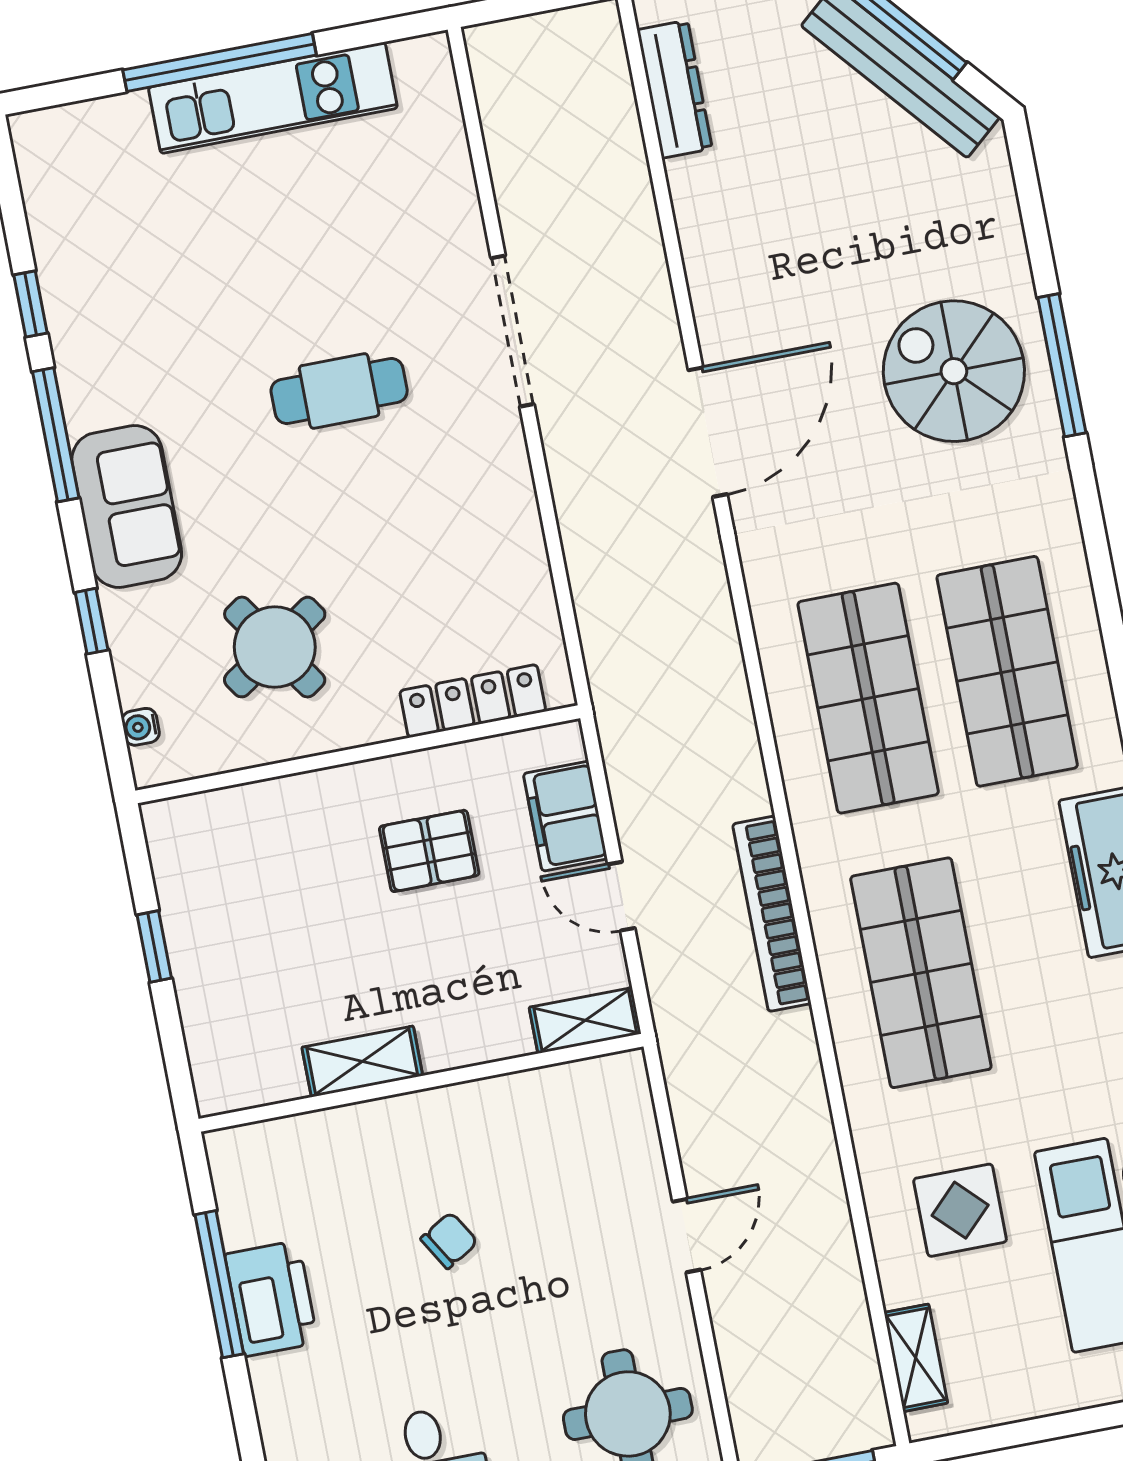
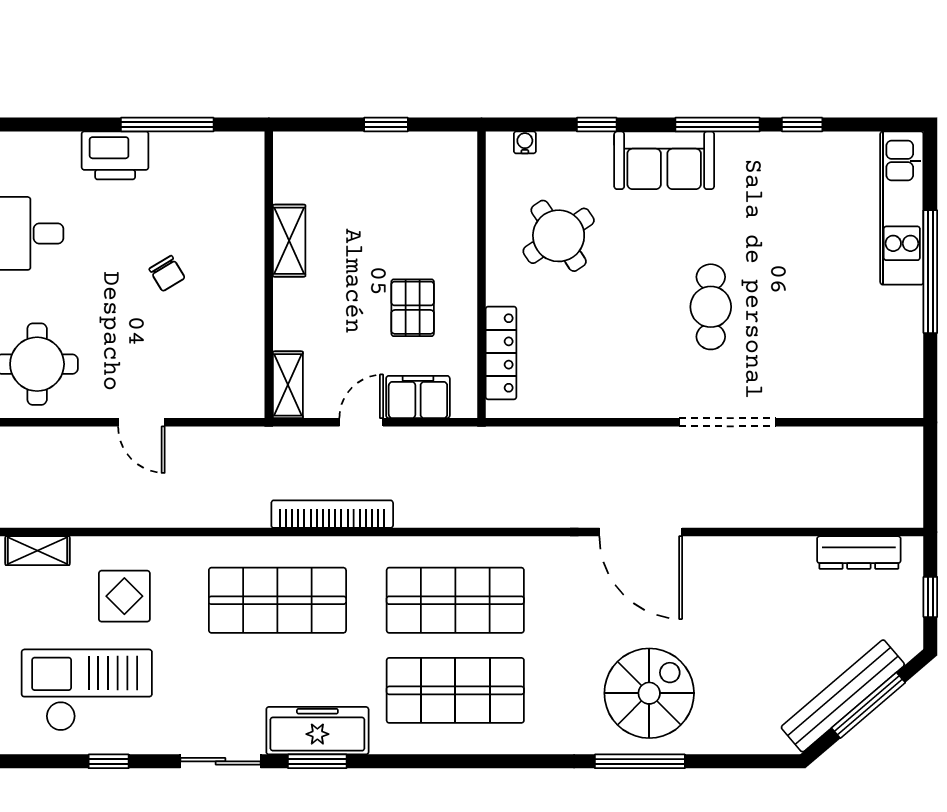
kitchen unit: (273, 98) -> (902, 208), moved
printer: (271, 1298) -> (115, 155), moved

